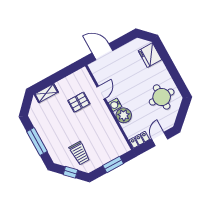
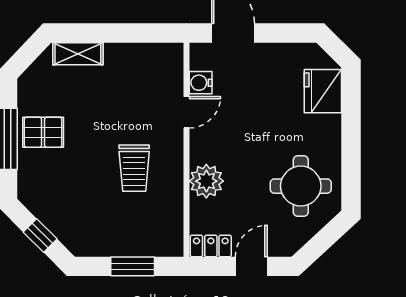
pallet: (79, 102) -> (43, 132), moved
water cooler: (115, 105) -> (201, 83), moved
trolley: (80, 153) -> (134, 168), moved

